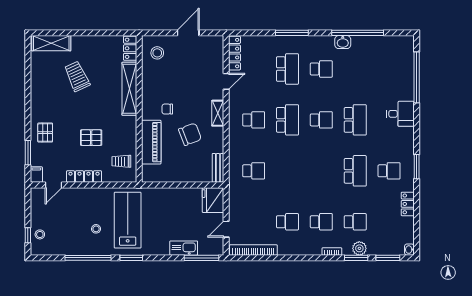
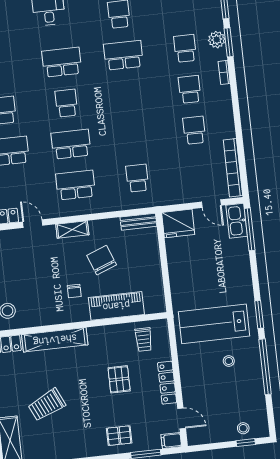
school desk: (254, 120) -> (76, 185), width x1.85
kitchen sink: (184, 248) -> (237, 221), moved

